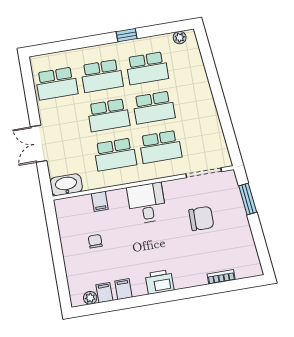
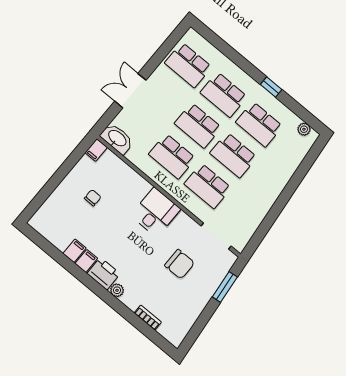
filing cabinet: (100, 201) -> (96, 150), moved
filing cabinet: (104, 293) -> (86, 261), moved
plant: (90, 298) -> (117, 290), moved

